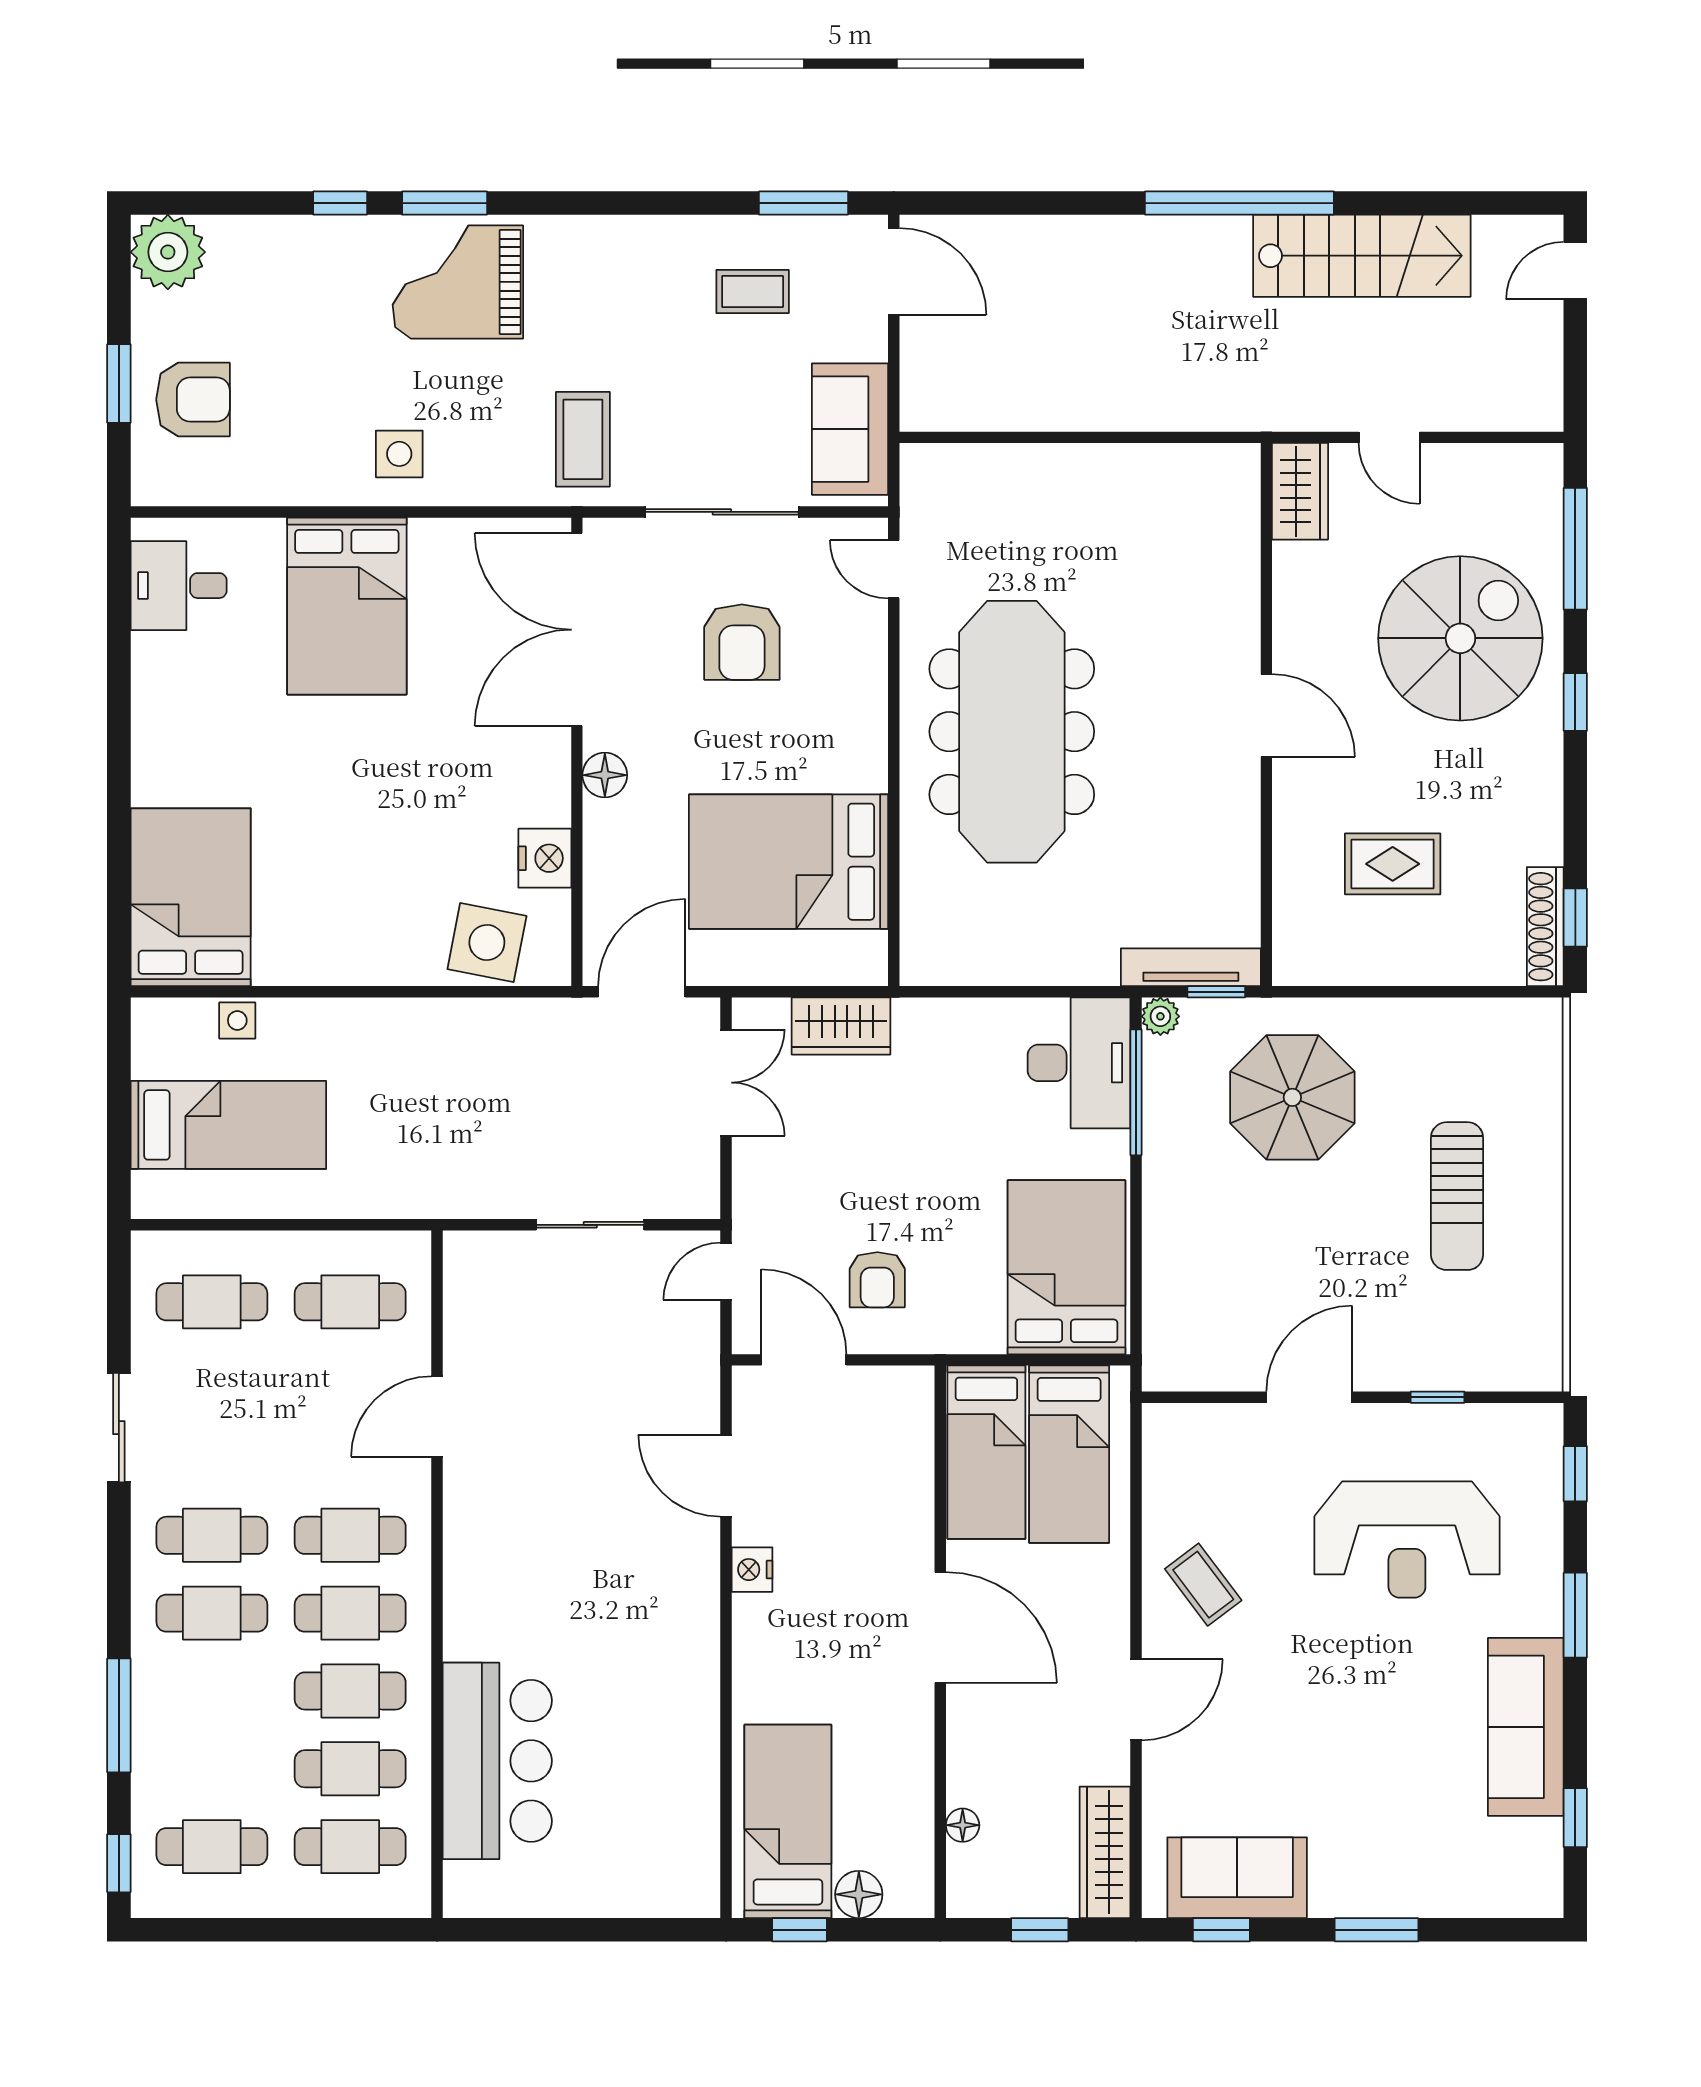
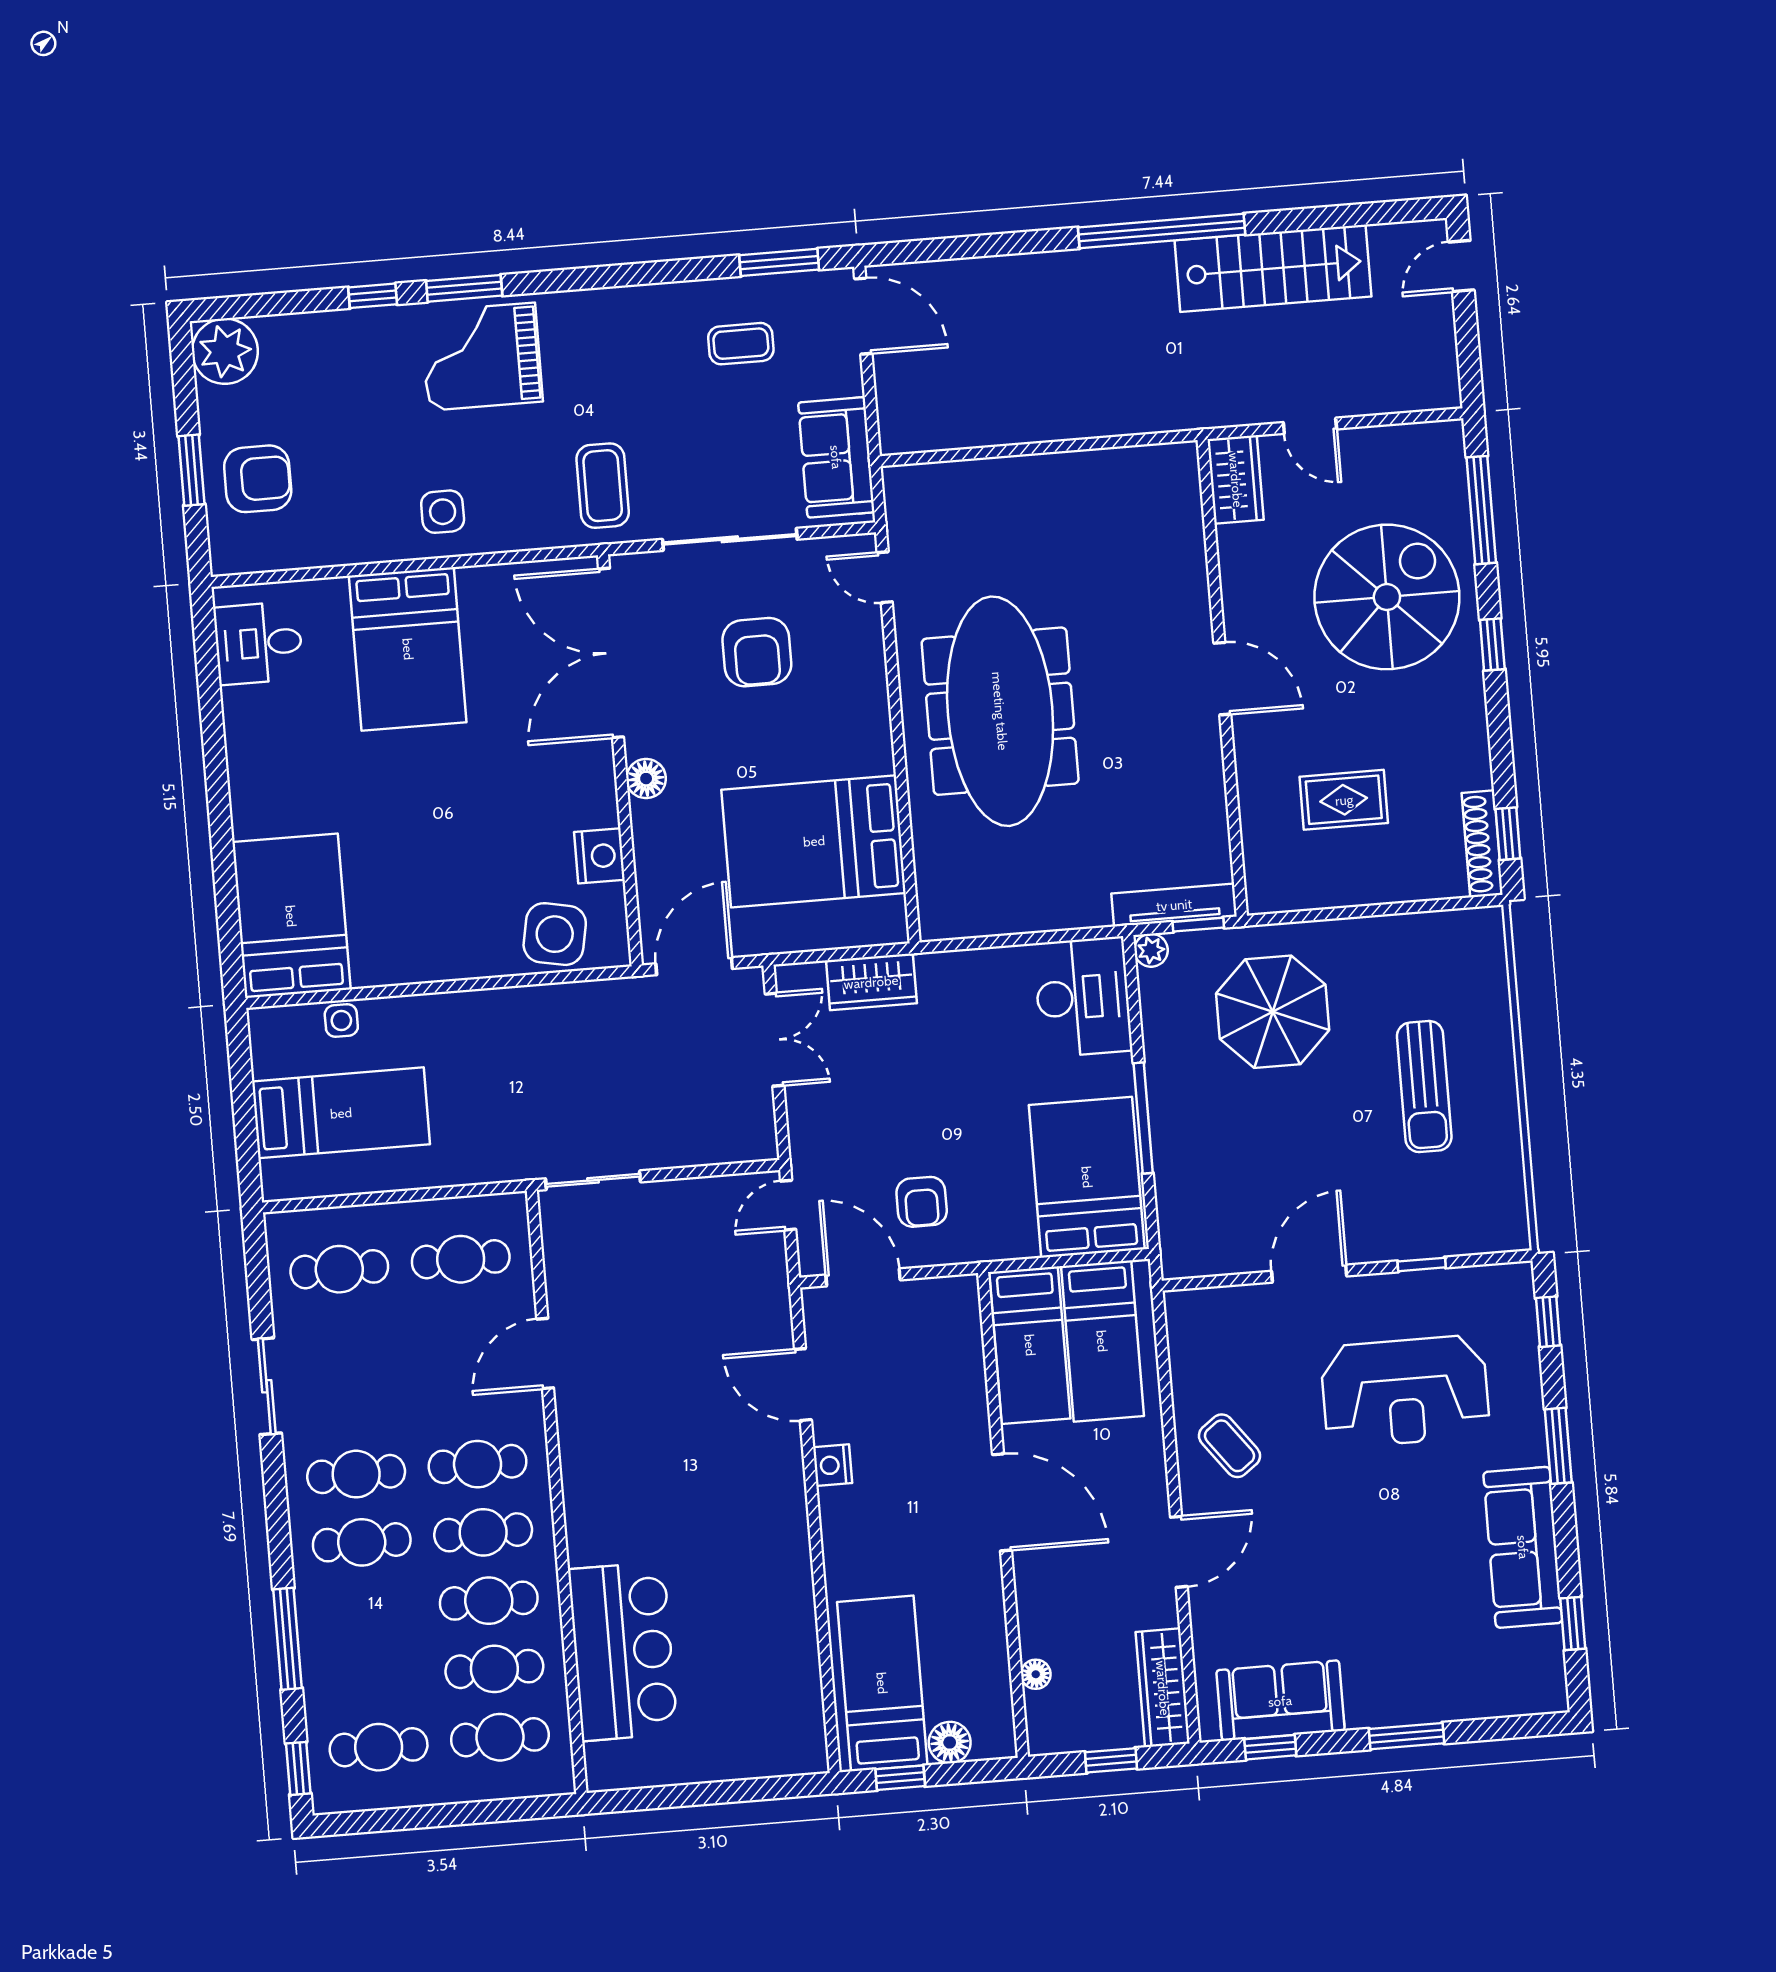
window: (1136, 1092) -> (1143, 1118), moved
sliding door: (590, 1225) -> (593, 1180), moved

